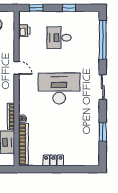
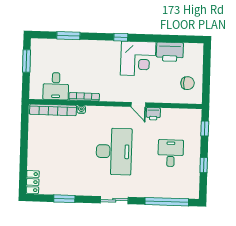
printer: (24, 31) -> (153, 114), moved
door: (17, 68) -> (138, 105), hinge flipped
locker: (53, 160) -> (33, 182), moved

